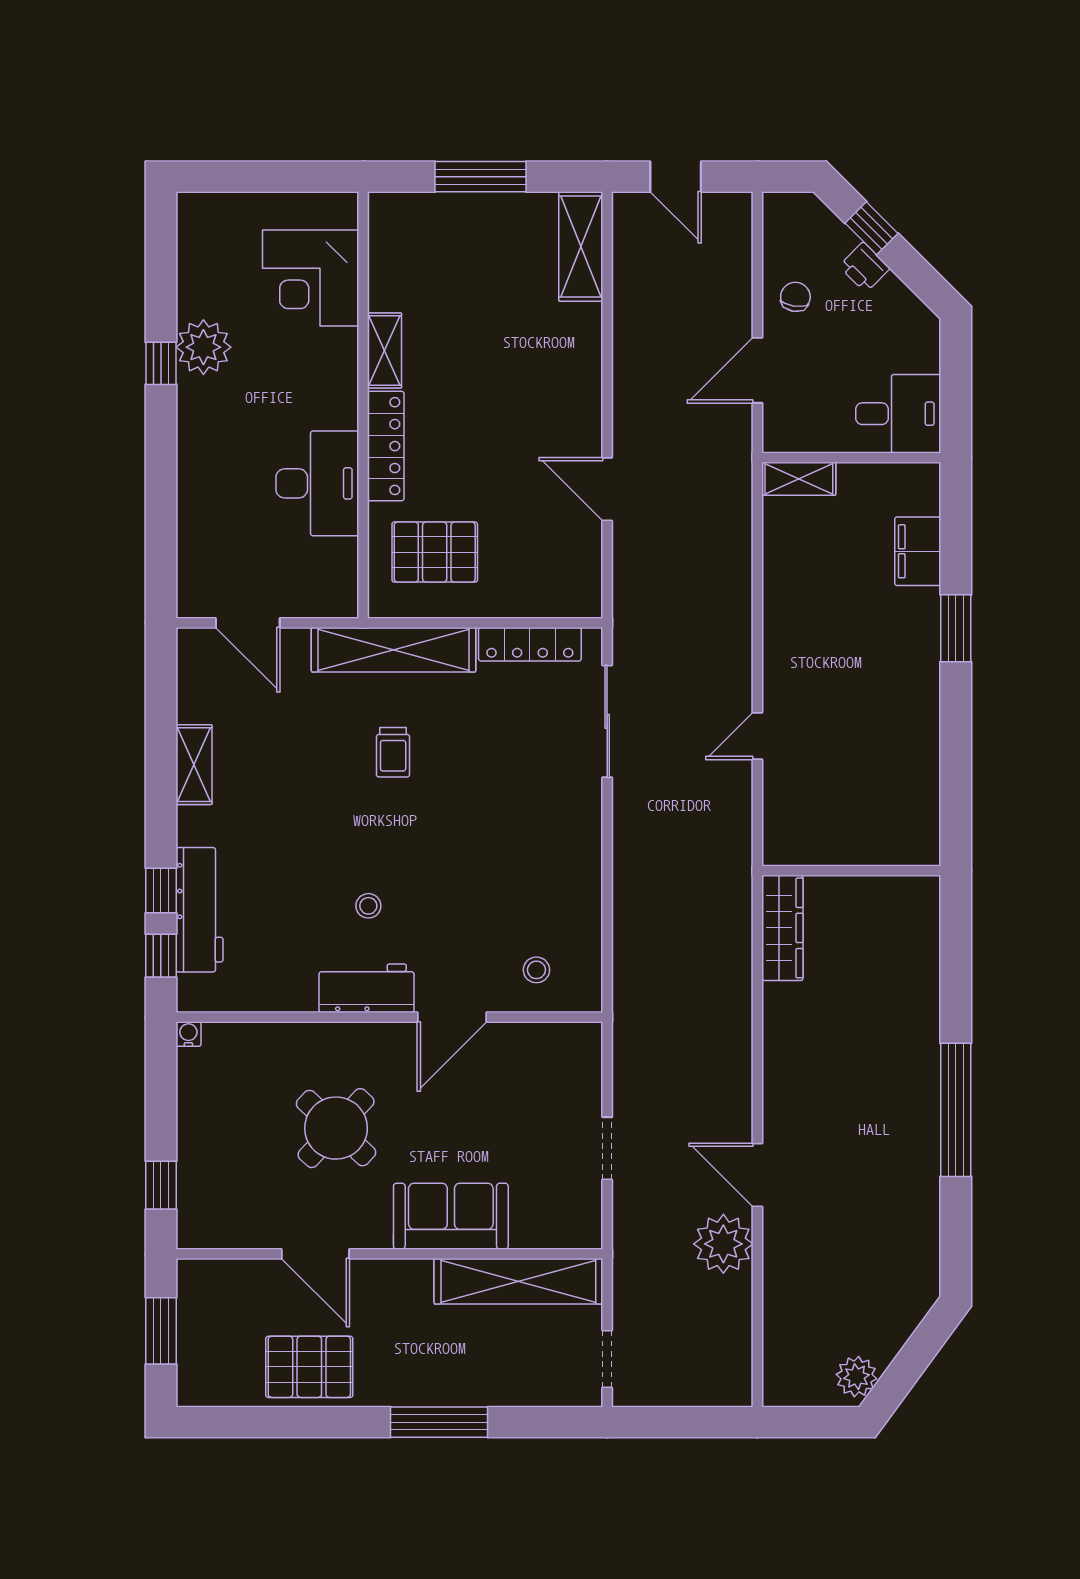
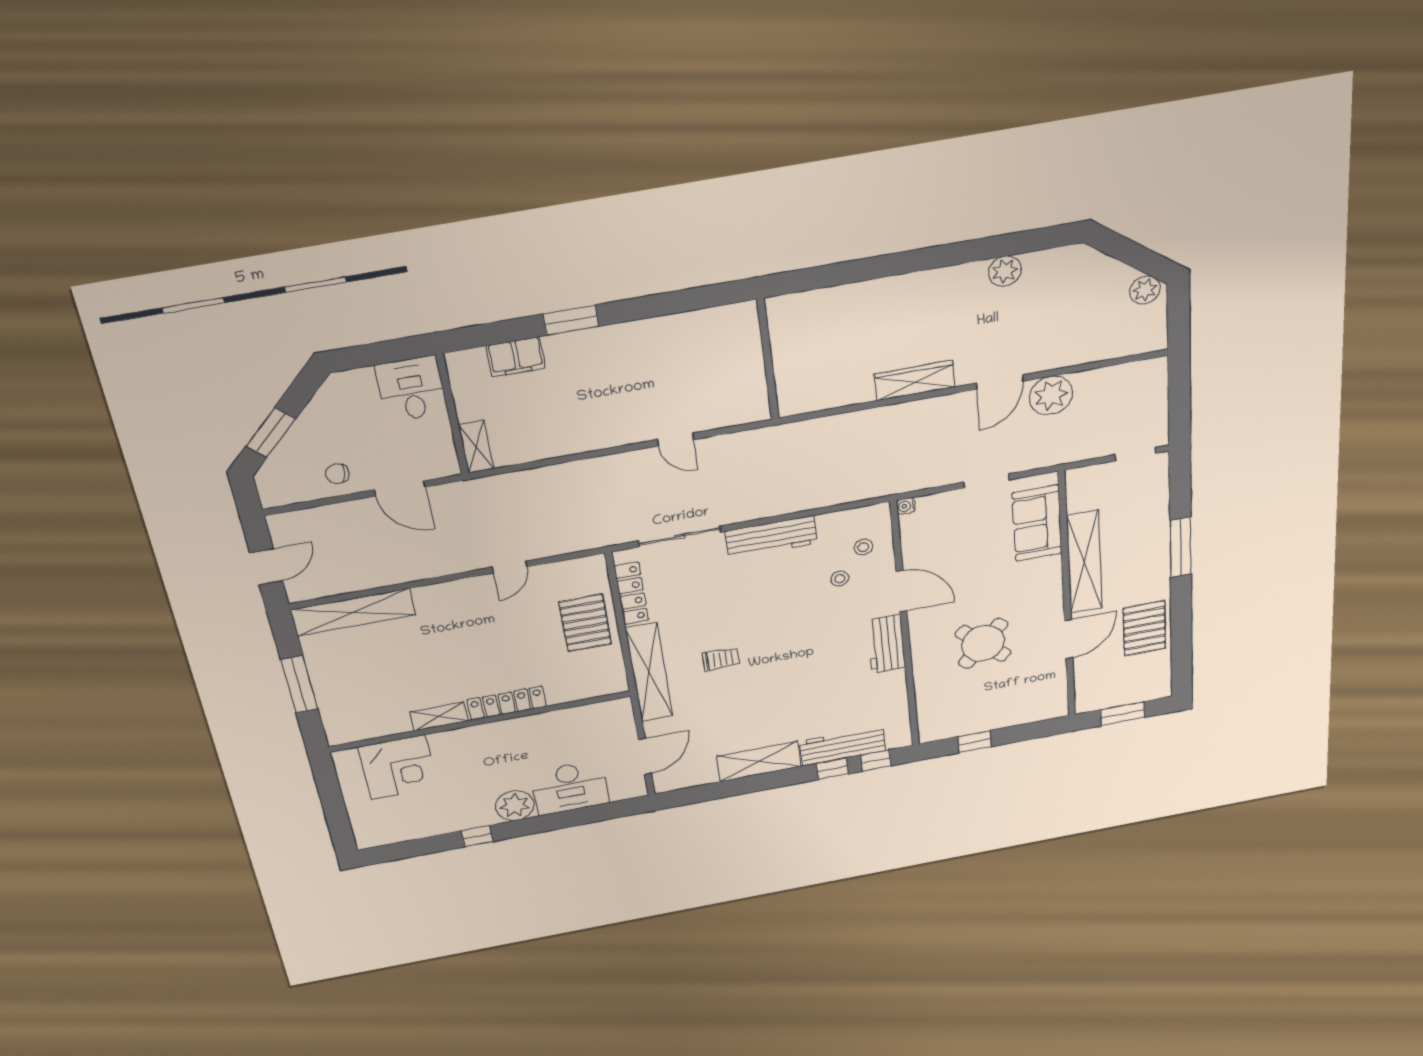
window: (871, 228) -> (271, 432), width x1.50
shelving: (581, 246) -> (353, 612), width x1.47
printer: (864, 267) -> (303, 432), removed
plant: (203, 347) -> (515, 806), moved
desk: (317, 483) -> (570, 788), moved, turned 180
door: (607, 489) -> (510, 567), width x0.73
pallet: (435, 552) -> (585, 623), moved
shelving: (194, 765) -> (759, 761), width x1.50, depth x1.33
workbench: (580, 845) -> (771, 537), added
stool: (368, 906) -> (840, 579), moved
wardrobe: (782, 928) -> (915, 381), moved
water cooler: (188, 1034) -> (906, 506), moved
window: (956, 1110) -> (942, 256), removed
window: (161, 1185) -> (975, 742), moved
plant: (919, 1191) -> (1005, 271), added
sofa: (451, 1216) -> (1037, 523), moved
shelving: (518, 1281) -> (1084, 562), moved

